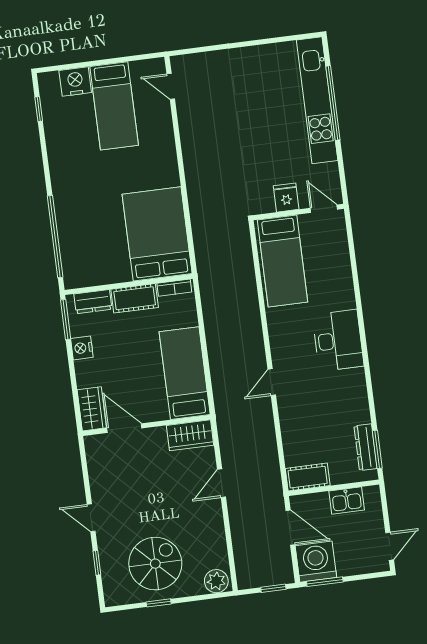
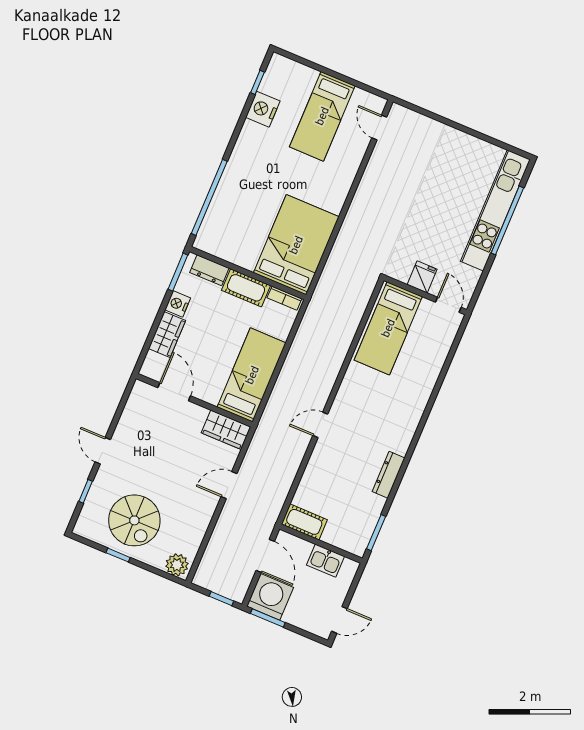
nightstand: (75, 82) -> (263, 109), moved, turned -90
desk: (338, 340) -> (396, 422), removed
wardrobe: (92, 409) -> (167, 335), moved
dresser: (366, 447) -> (389, 475), moved
spiral stairs: (155, 564) -> (134, 520), turned 90

